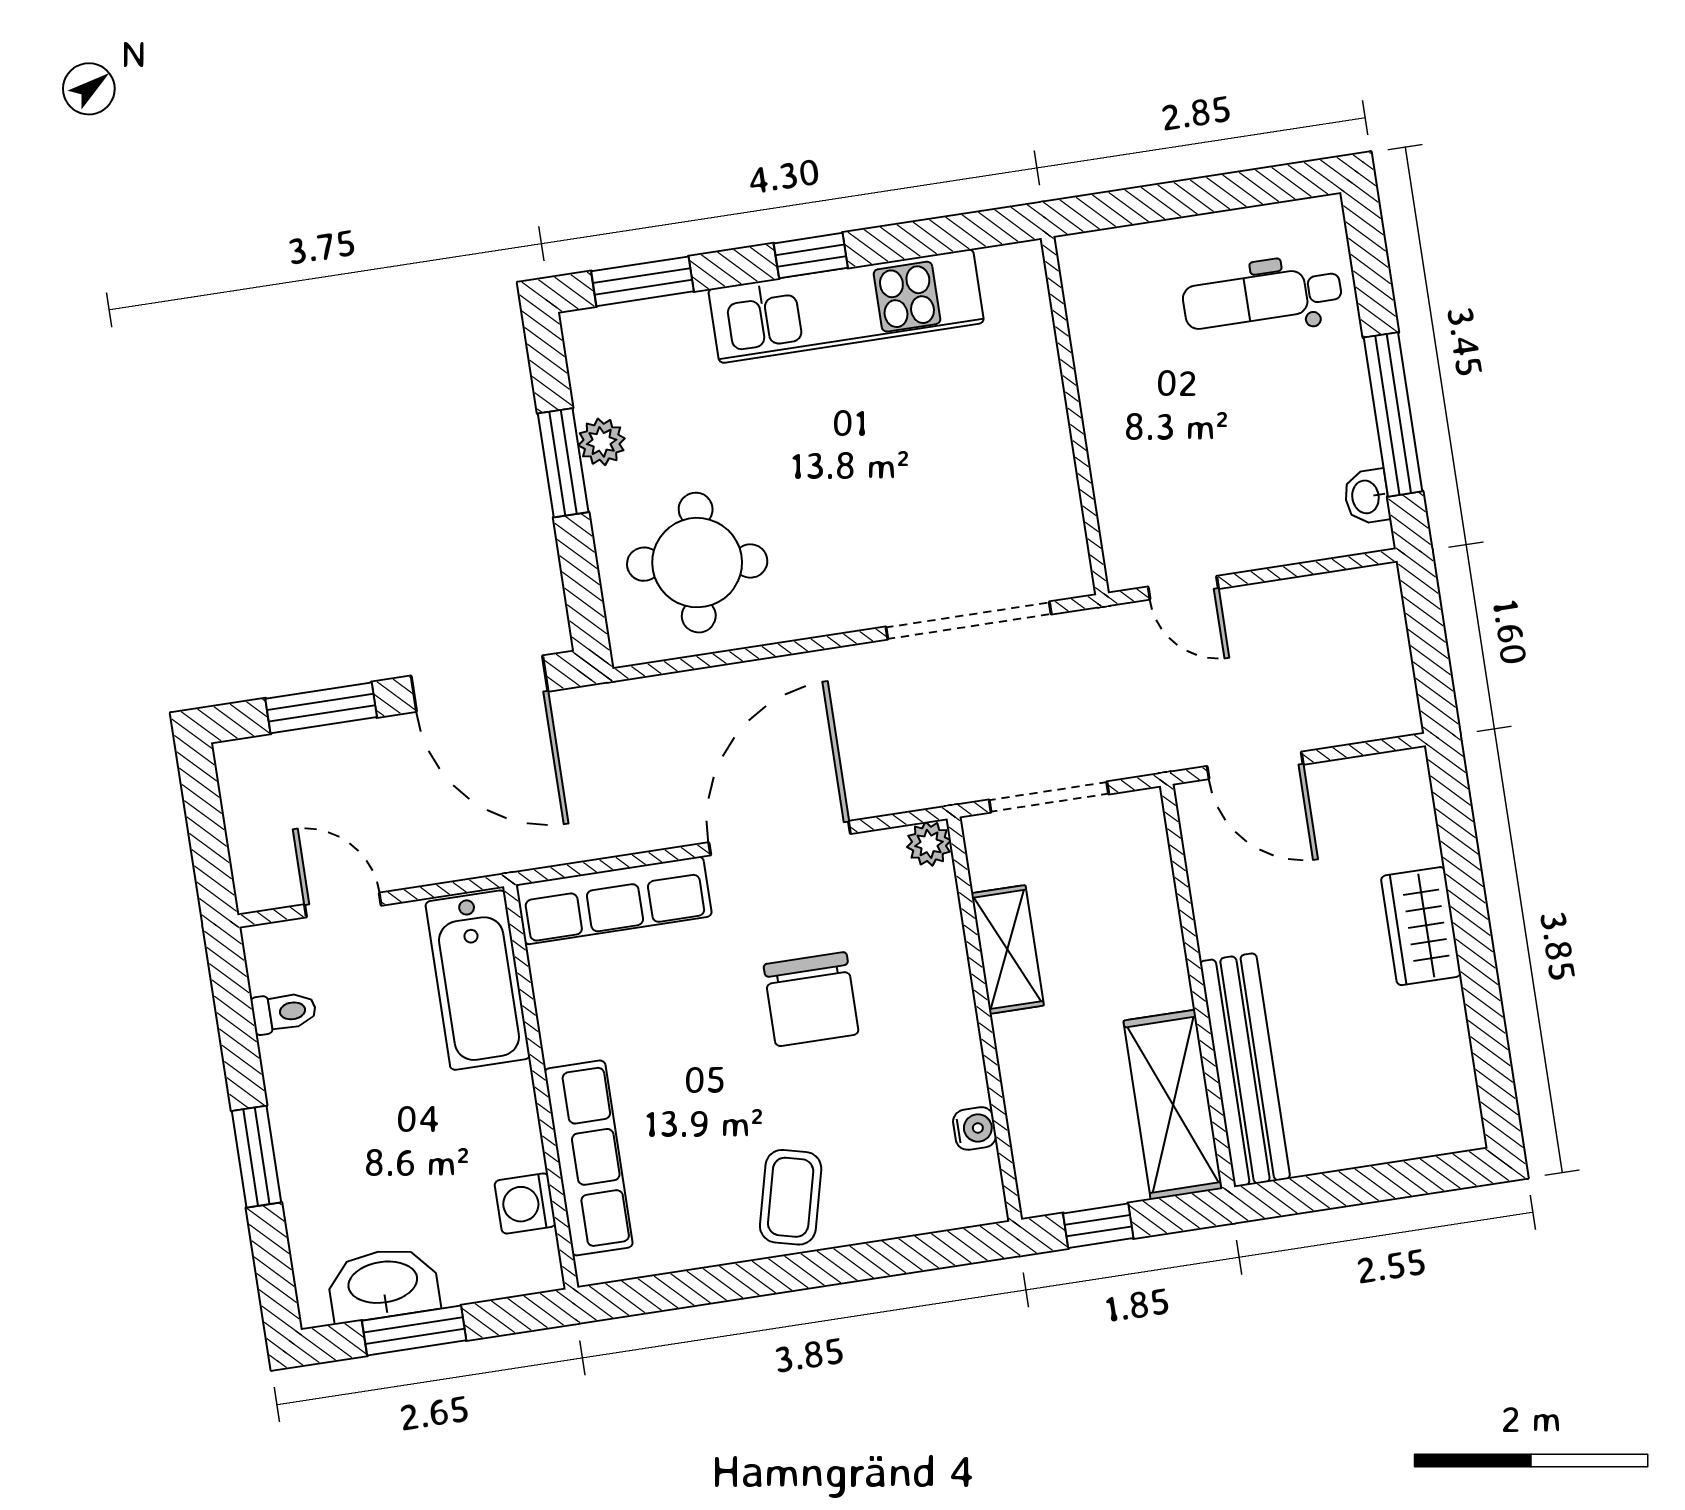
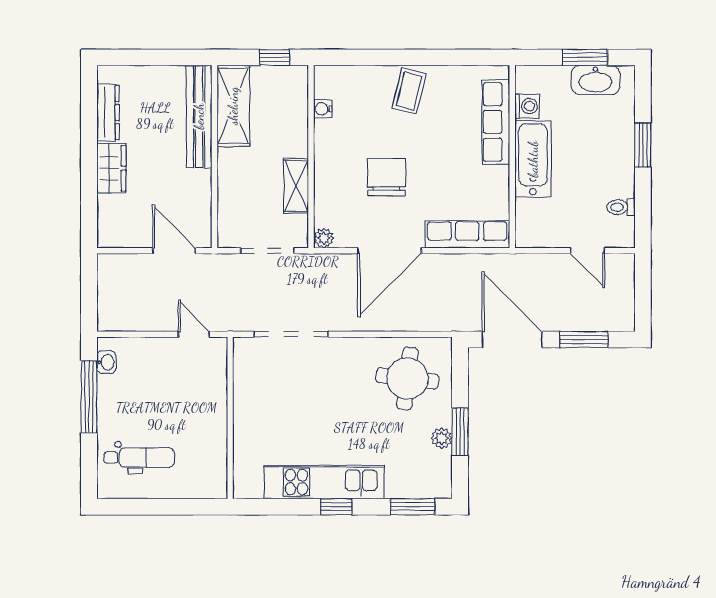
bathtub: (478, 980) -> (533, 159), moved
dresser: (1447, 1048) -> (108, 113), added

